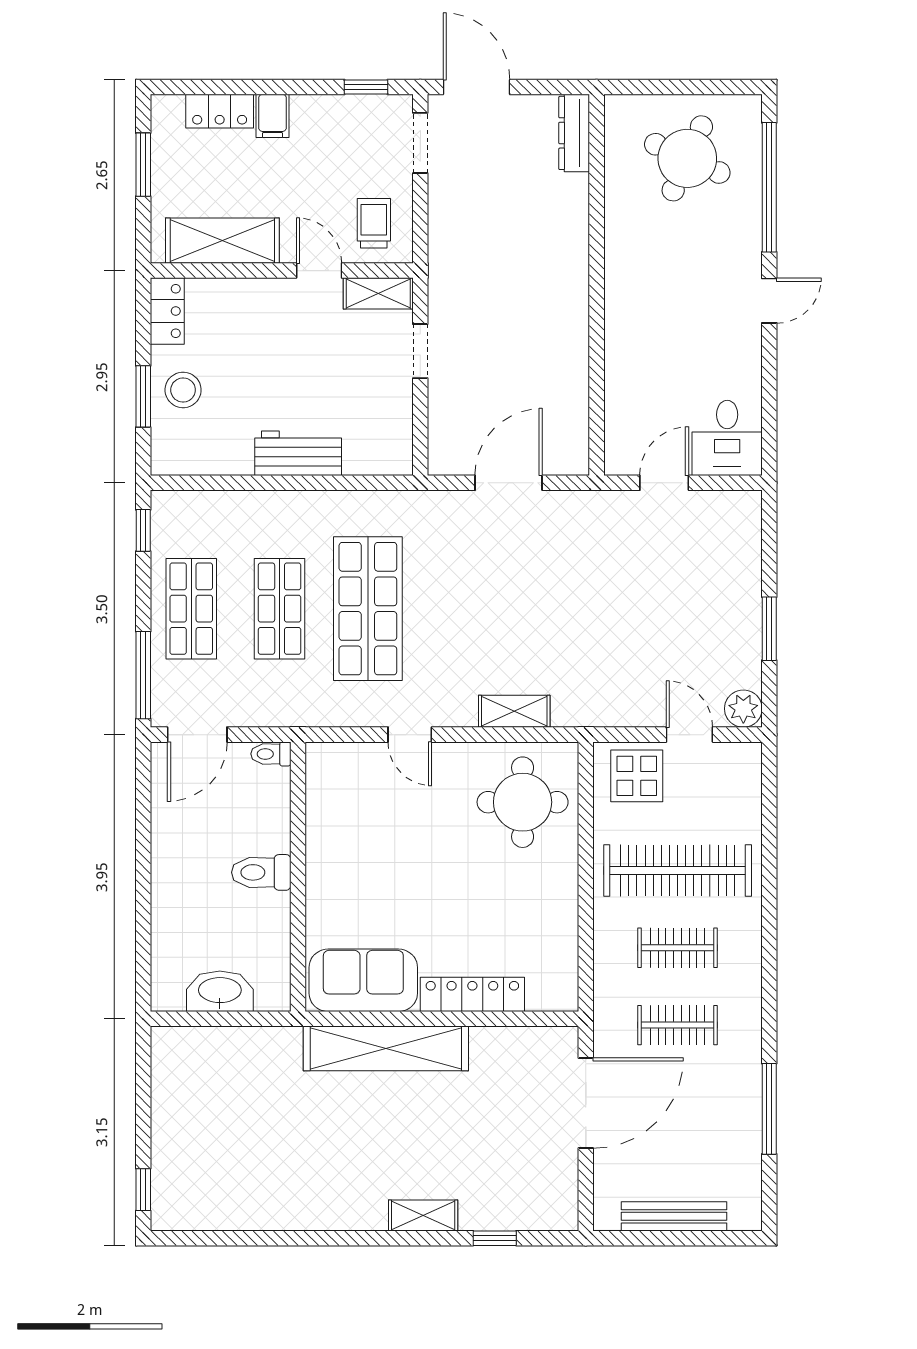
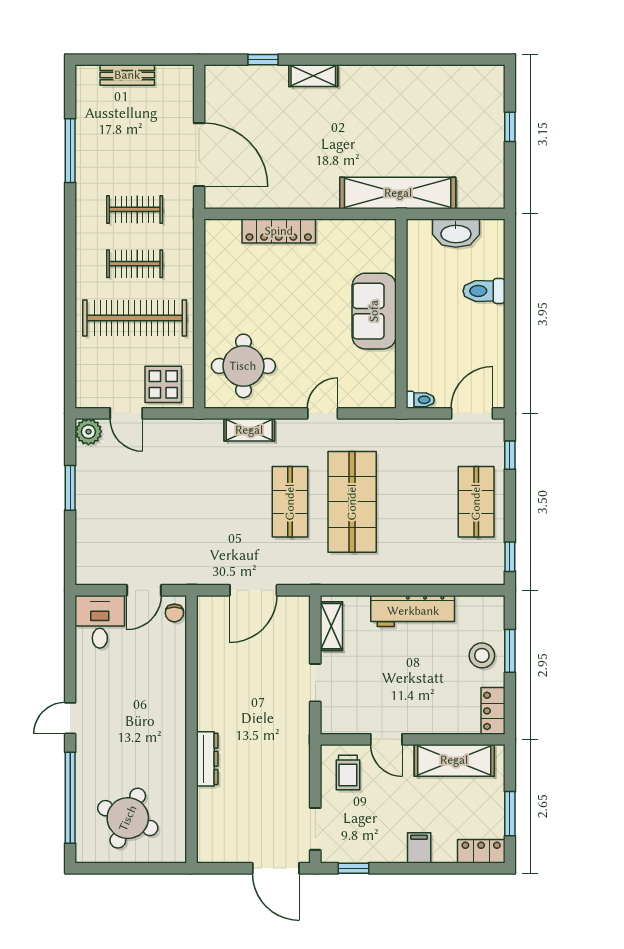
locker: (220, 111) -> (481, 851), moved
dresser: (574, 133) -> (207, 759), moved
shelving: (378, 293) -> (331, 626), moved, turned 90
chair: (621, 450) -> (174, 613), added
workbench: (298, 453) -> (413, 611), width x1.37
shop shelf: (280, 609) -> (290, 502), moved
window: (143, 675) -> (510, 455), width x0.46
door: (410, 735) -> (323, 413), hinge flipped
toilet: (261, 872) -> (484, 291), moved, turned 180
sofa: (363, 980) -> (374, 311), moved, turned 90
shelving: (386, 1048) -> (398, 193), moved
door: (586, 1103) -> (199, 155), swing flipped
window: (143, 1190) -> (510, 127), moved
bench: (674, 1216) -> (127, 75), width x0.73

